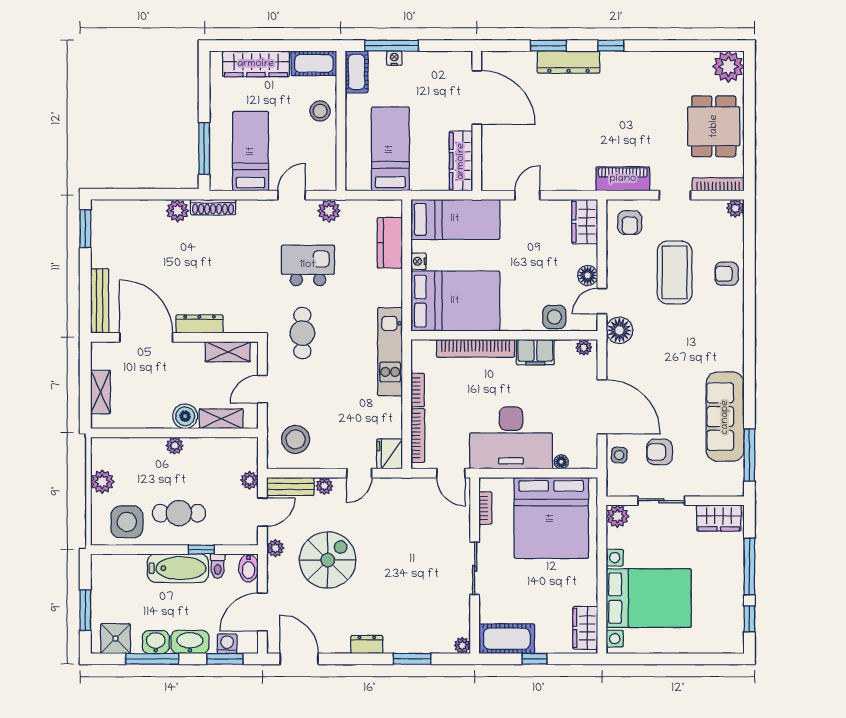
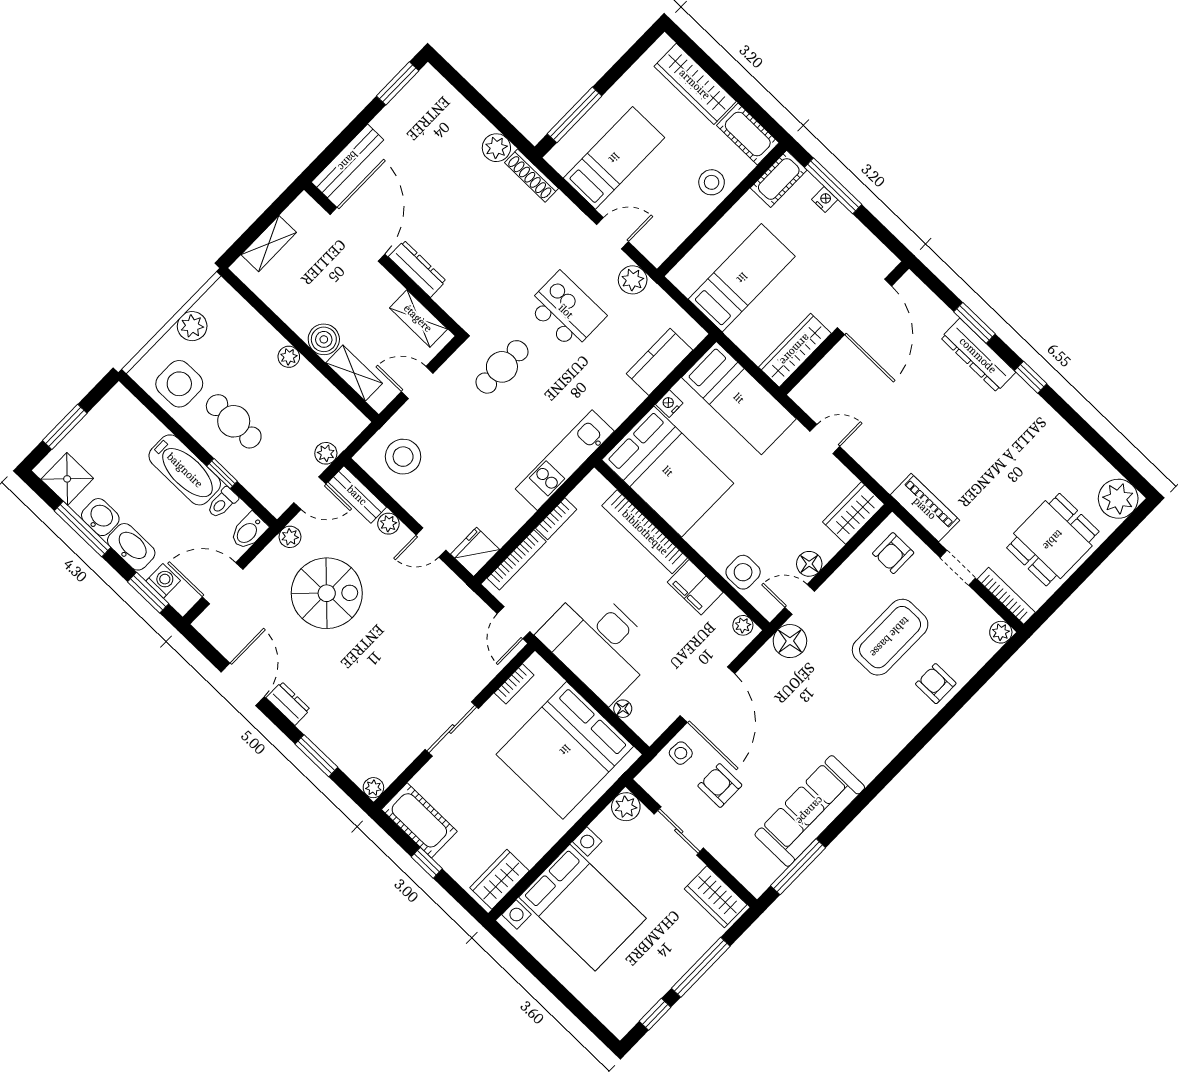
door: (299, 659) -> (243, 684), moved

